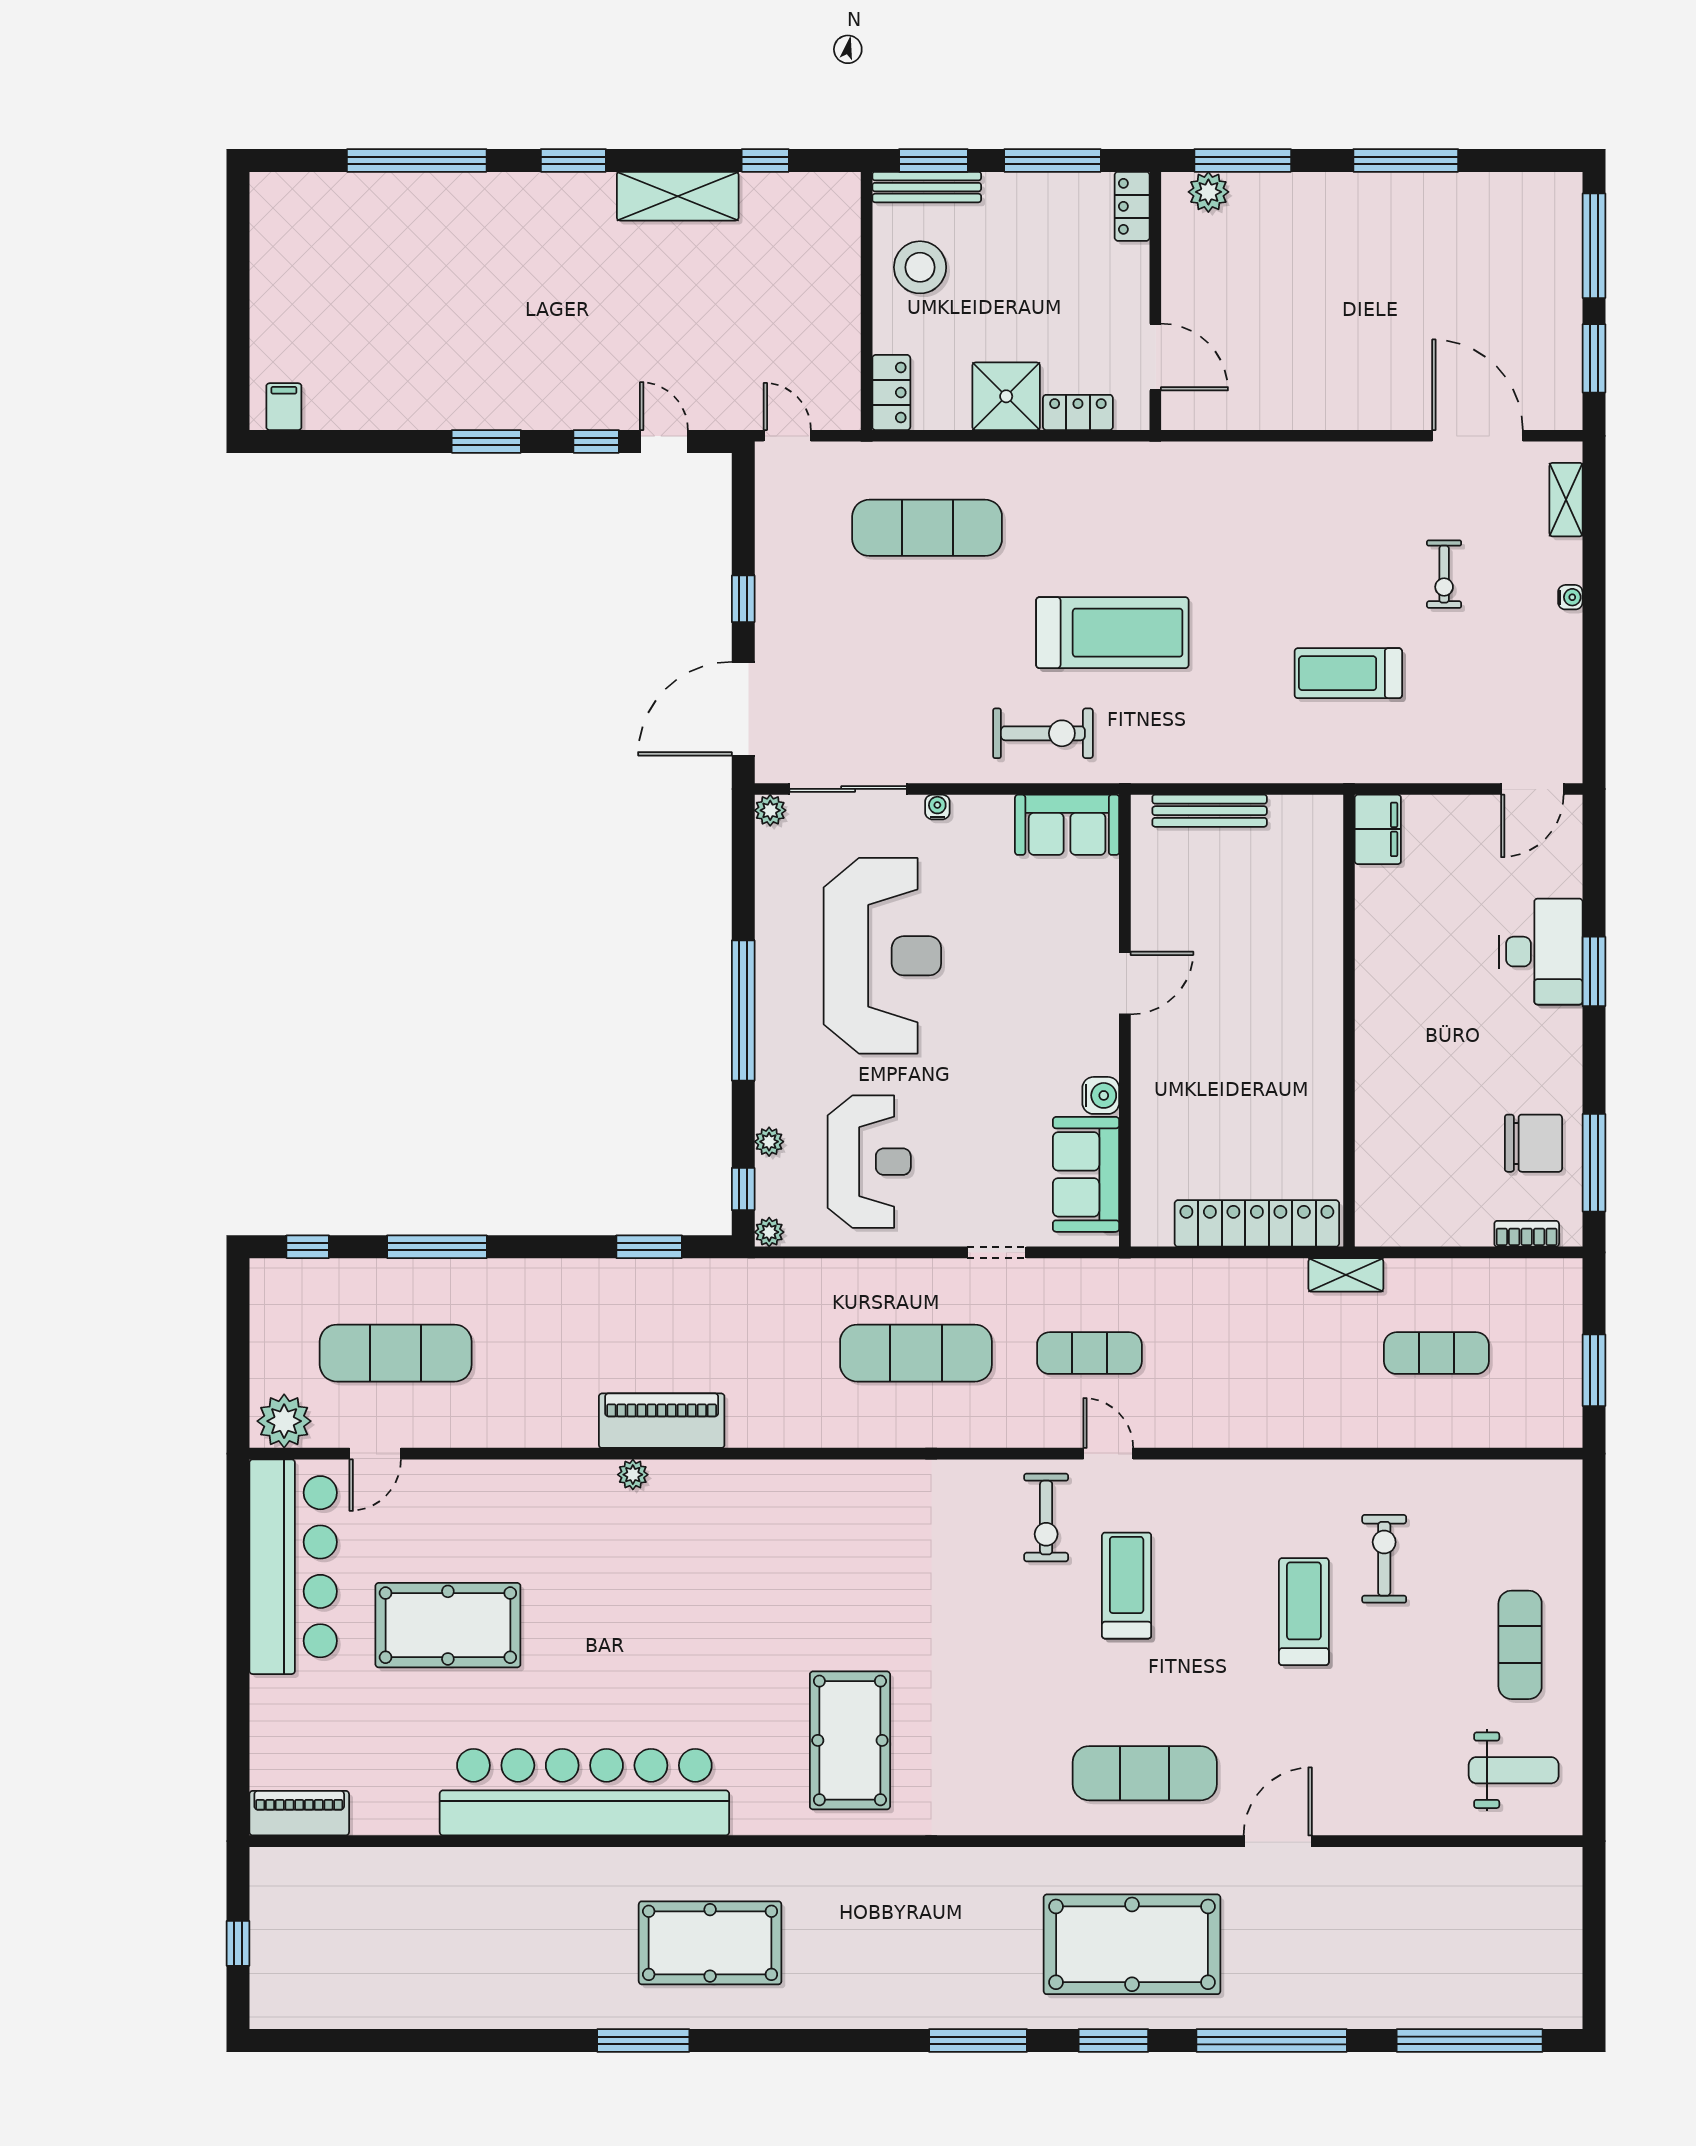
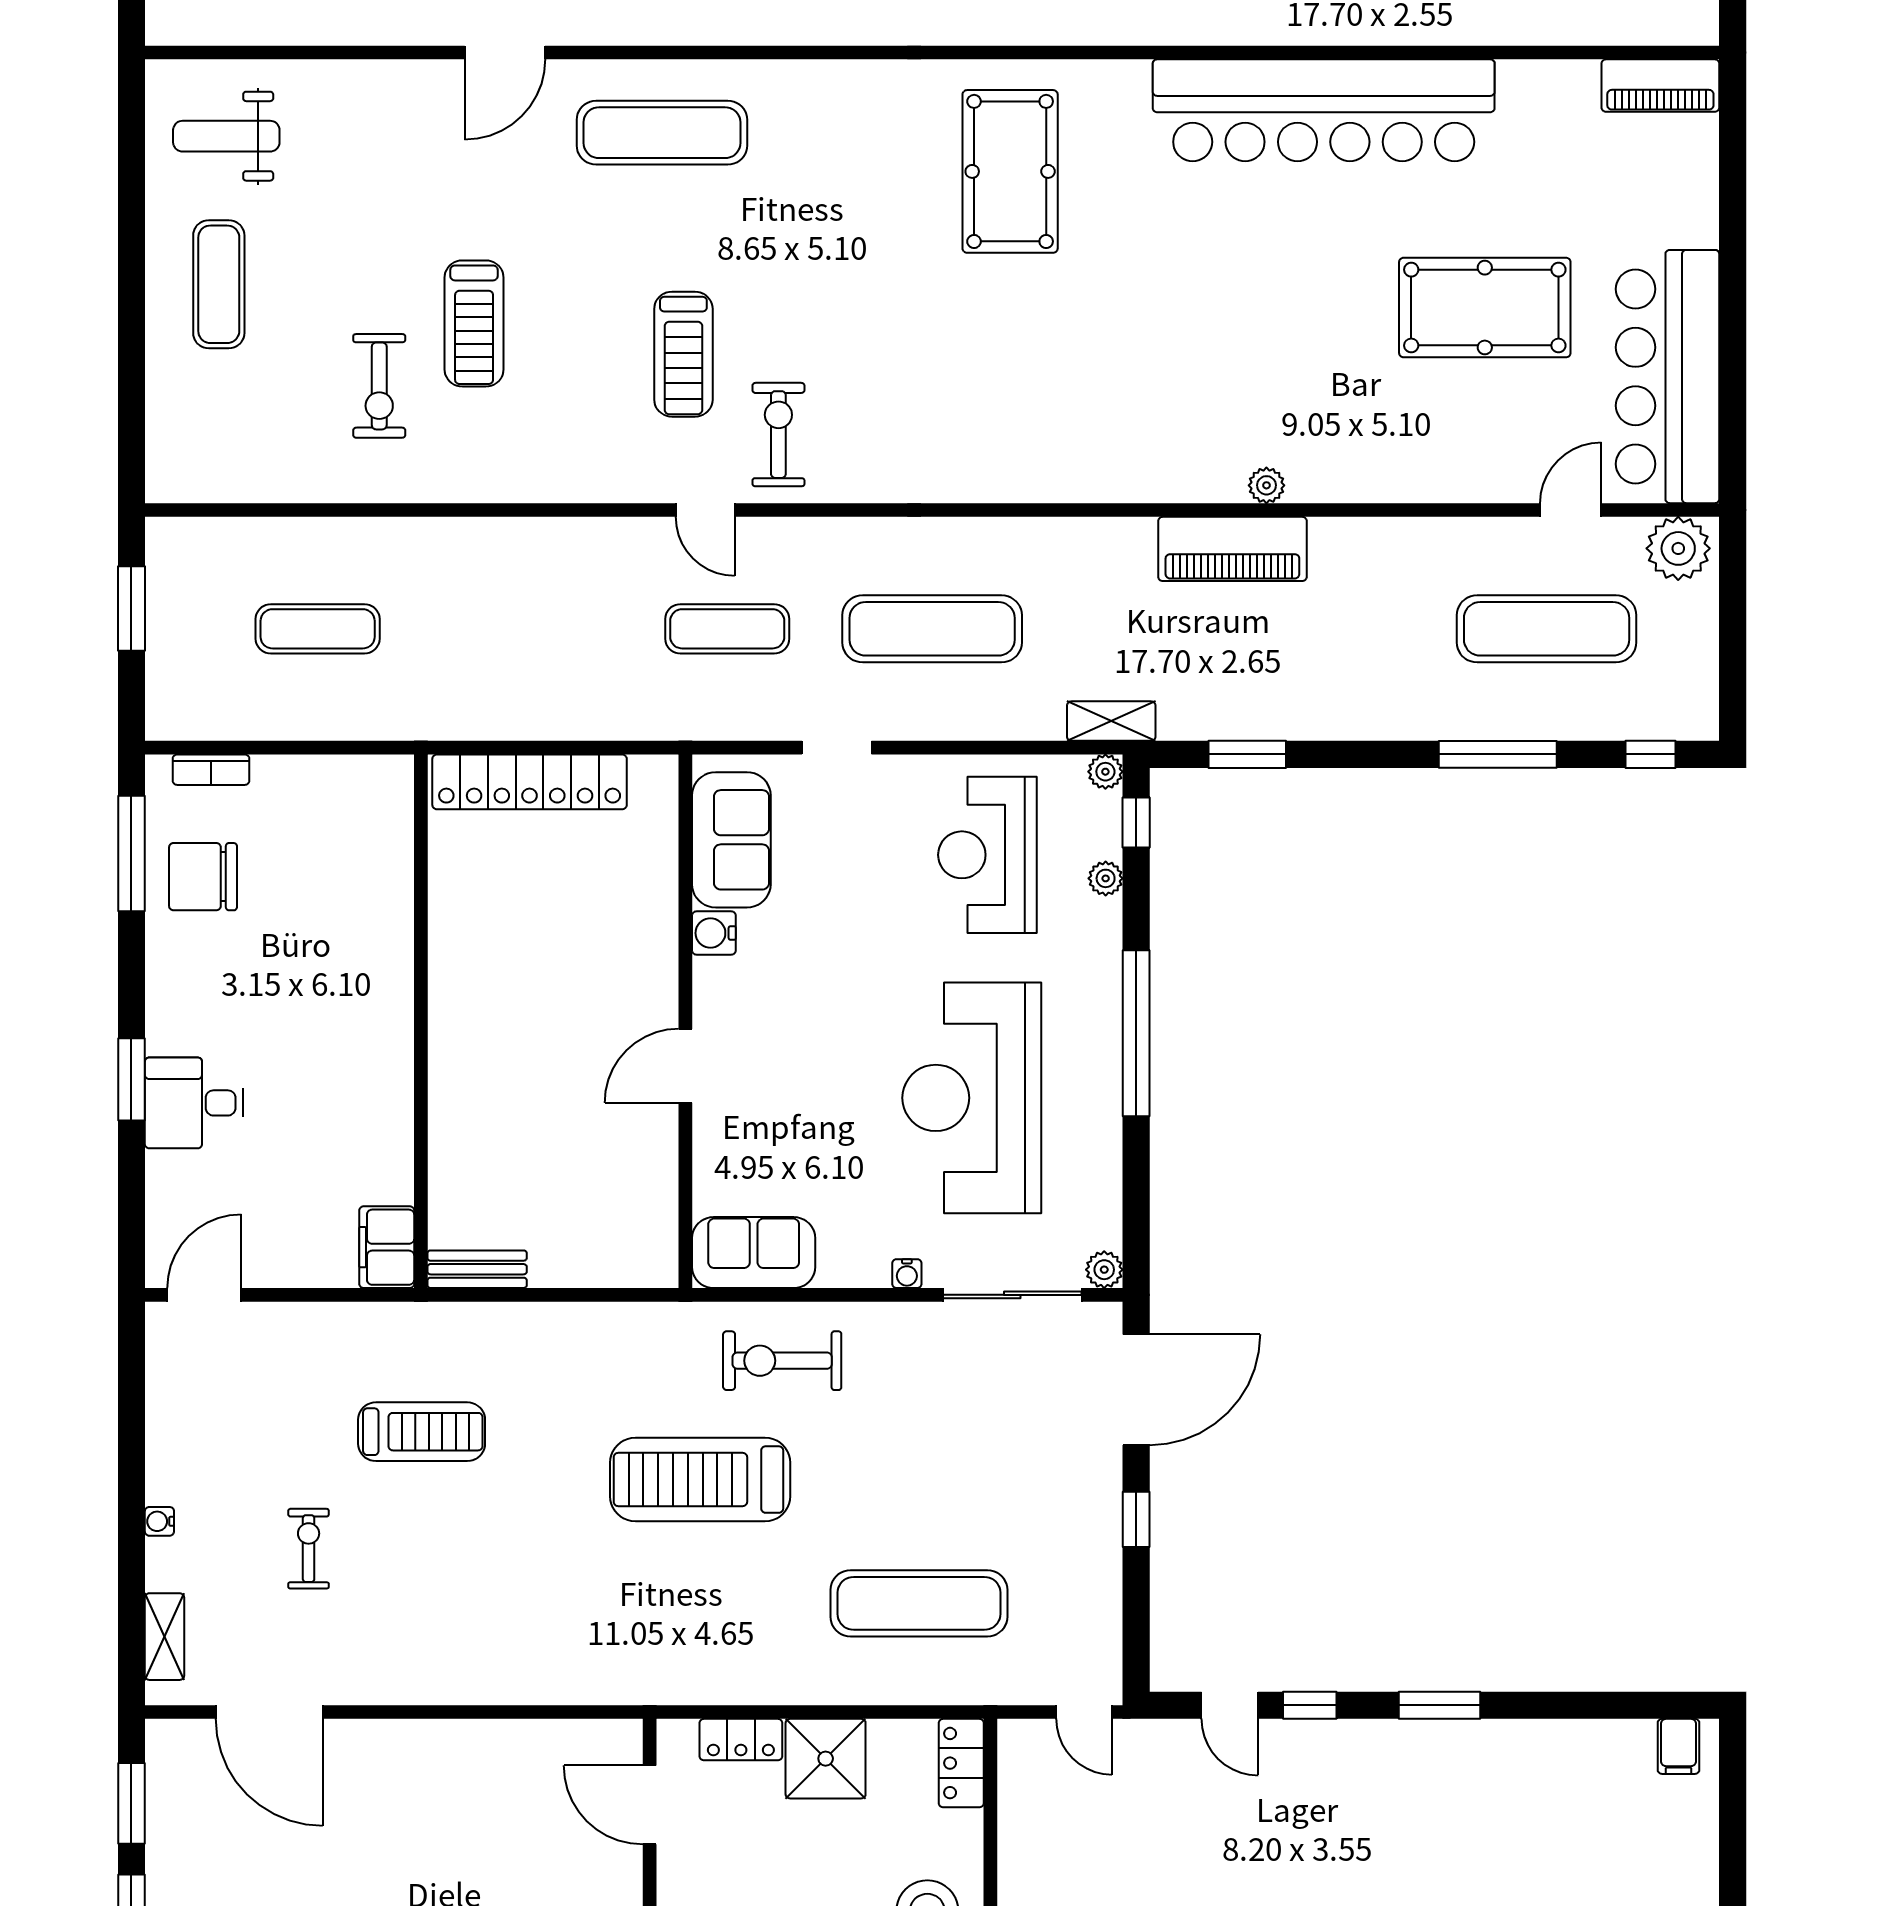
bench: (1210, 811) -> (477, 1269), moved, width x0.73
desk: (1541, 952) -> (194, 1103), width x0.73
shelving: (1346, 1275) -> (1111, 721), moved

